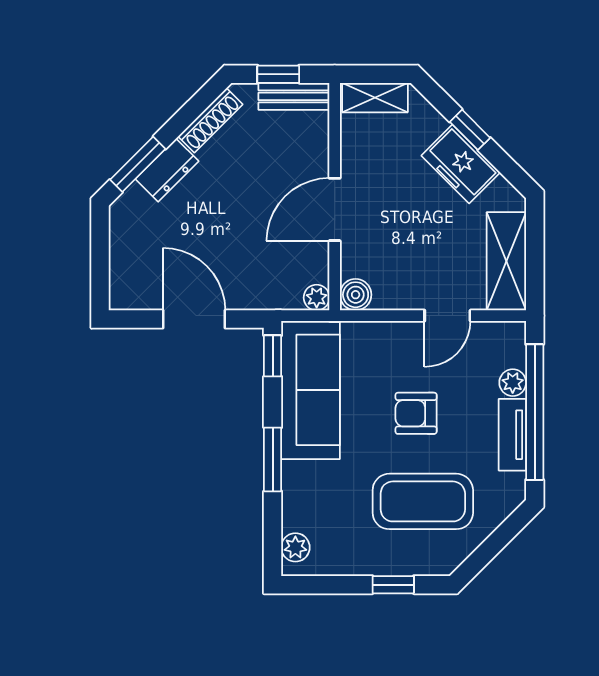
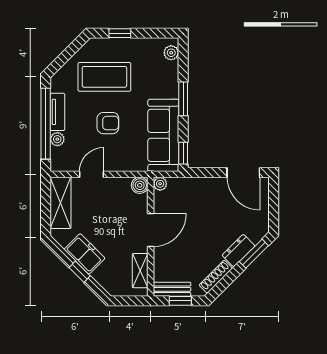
shelving: (375, 98) -> (140, 271), moved, turned 90
door: (194, 319) -> (243, 172), moved

